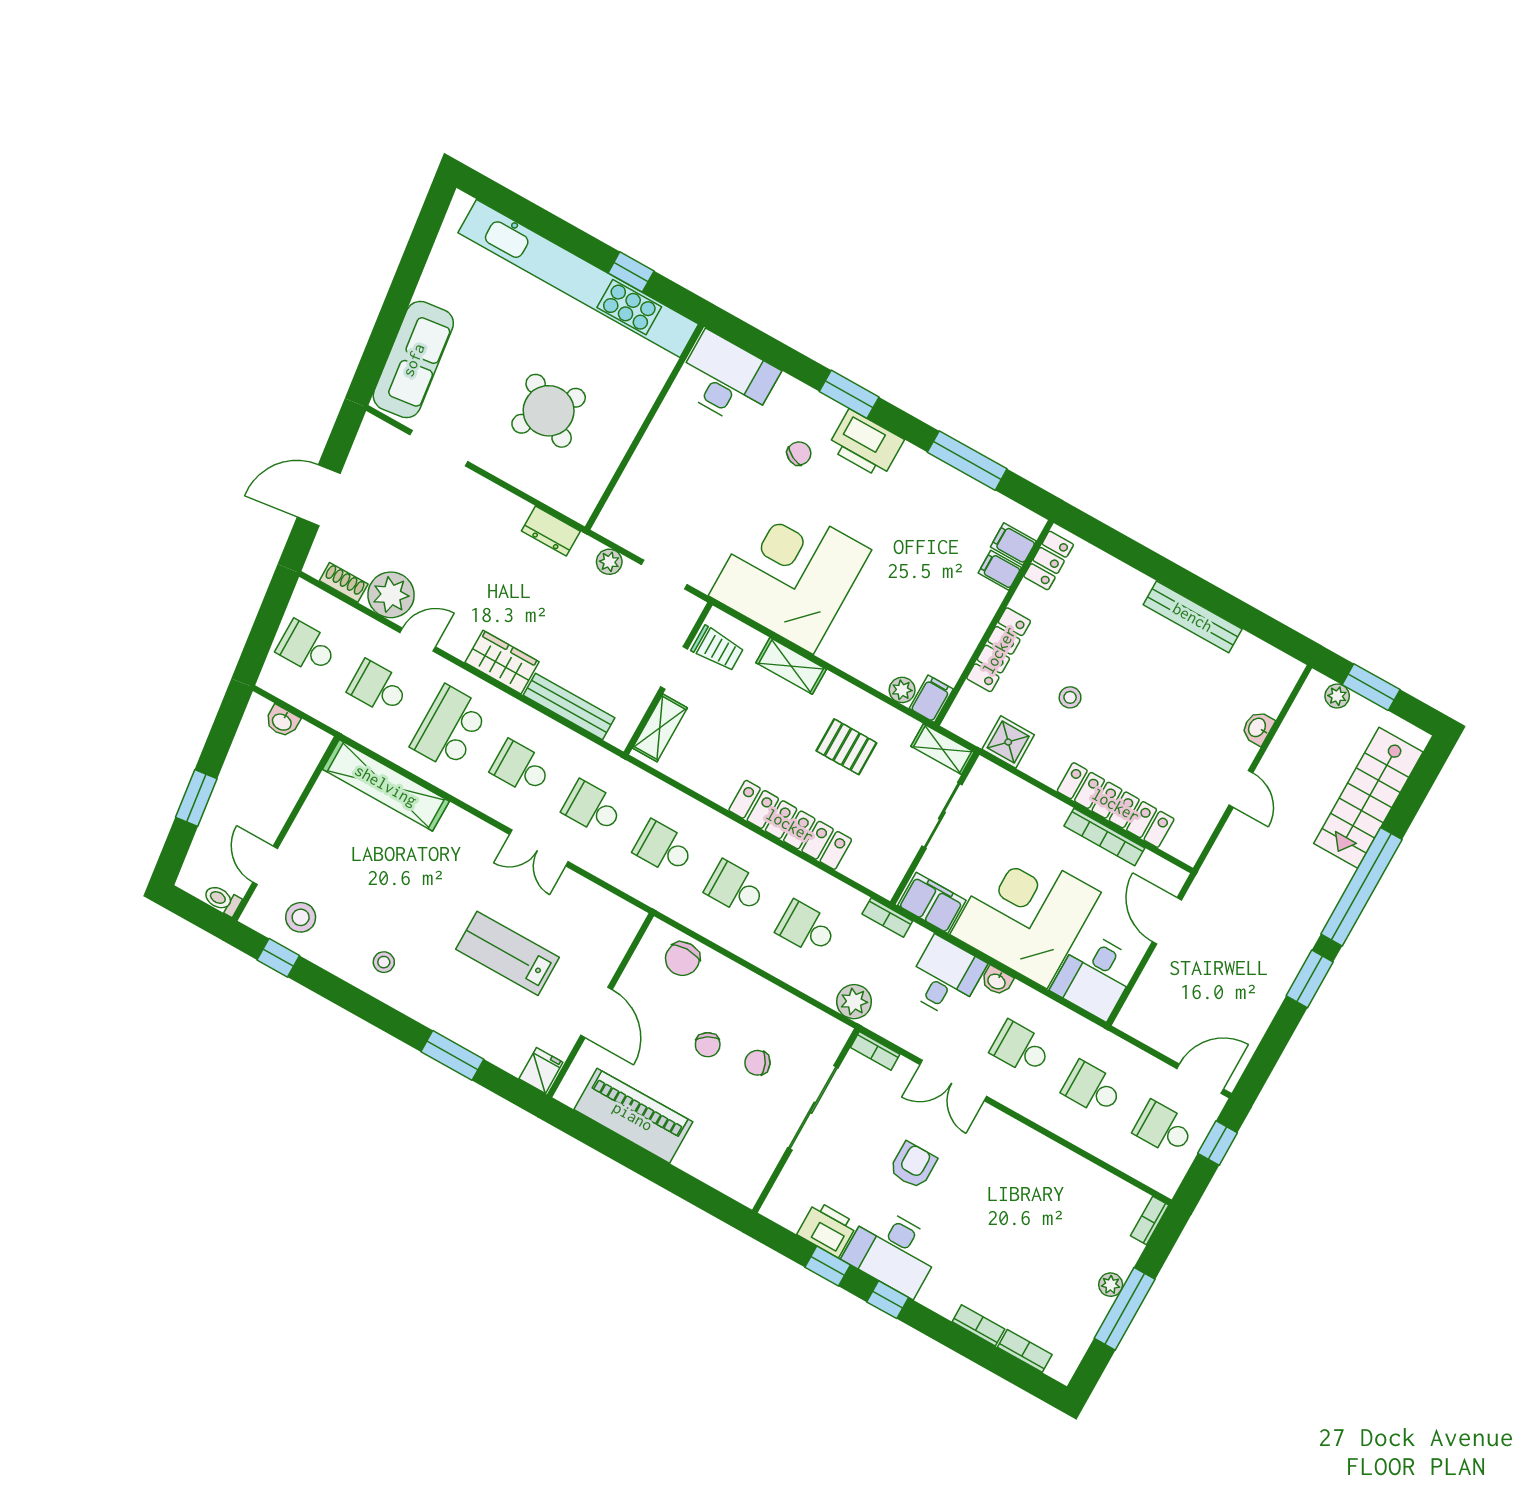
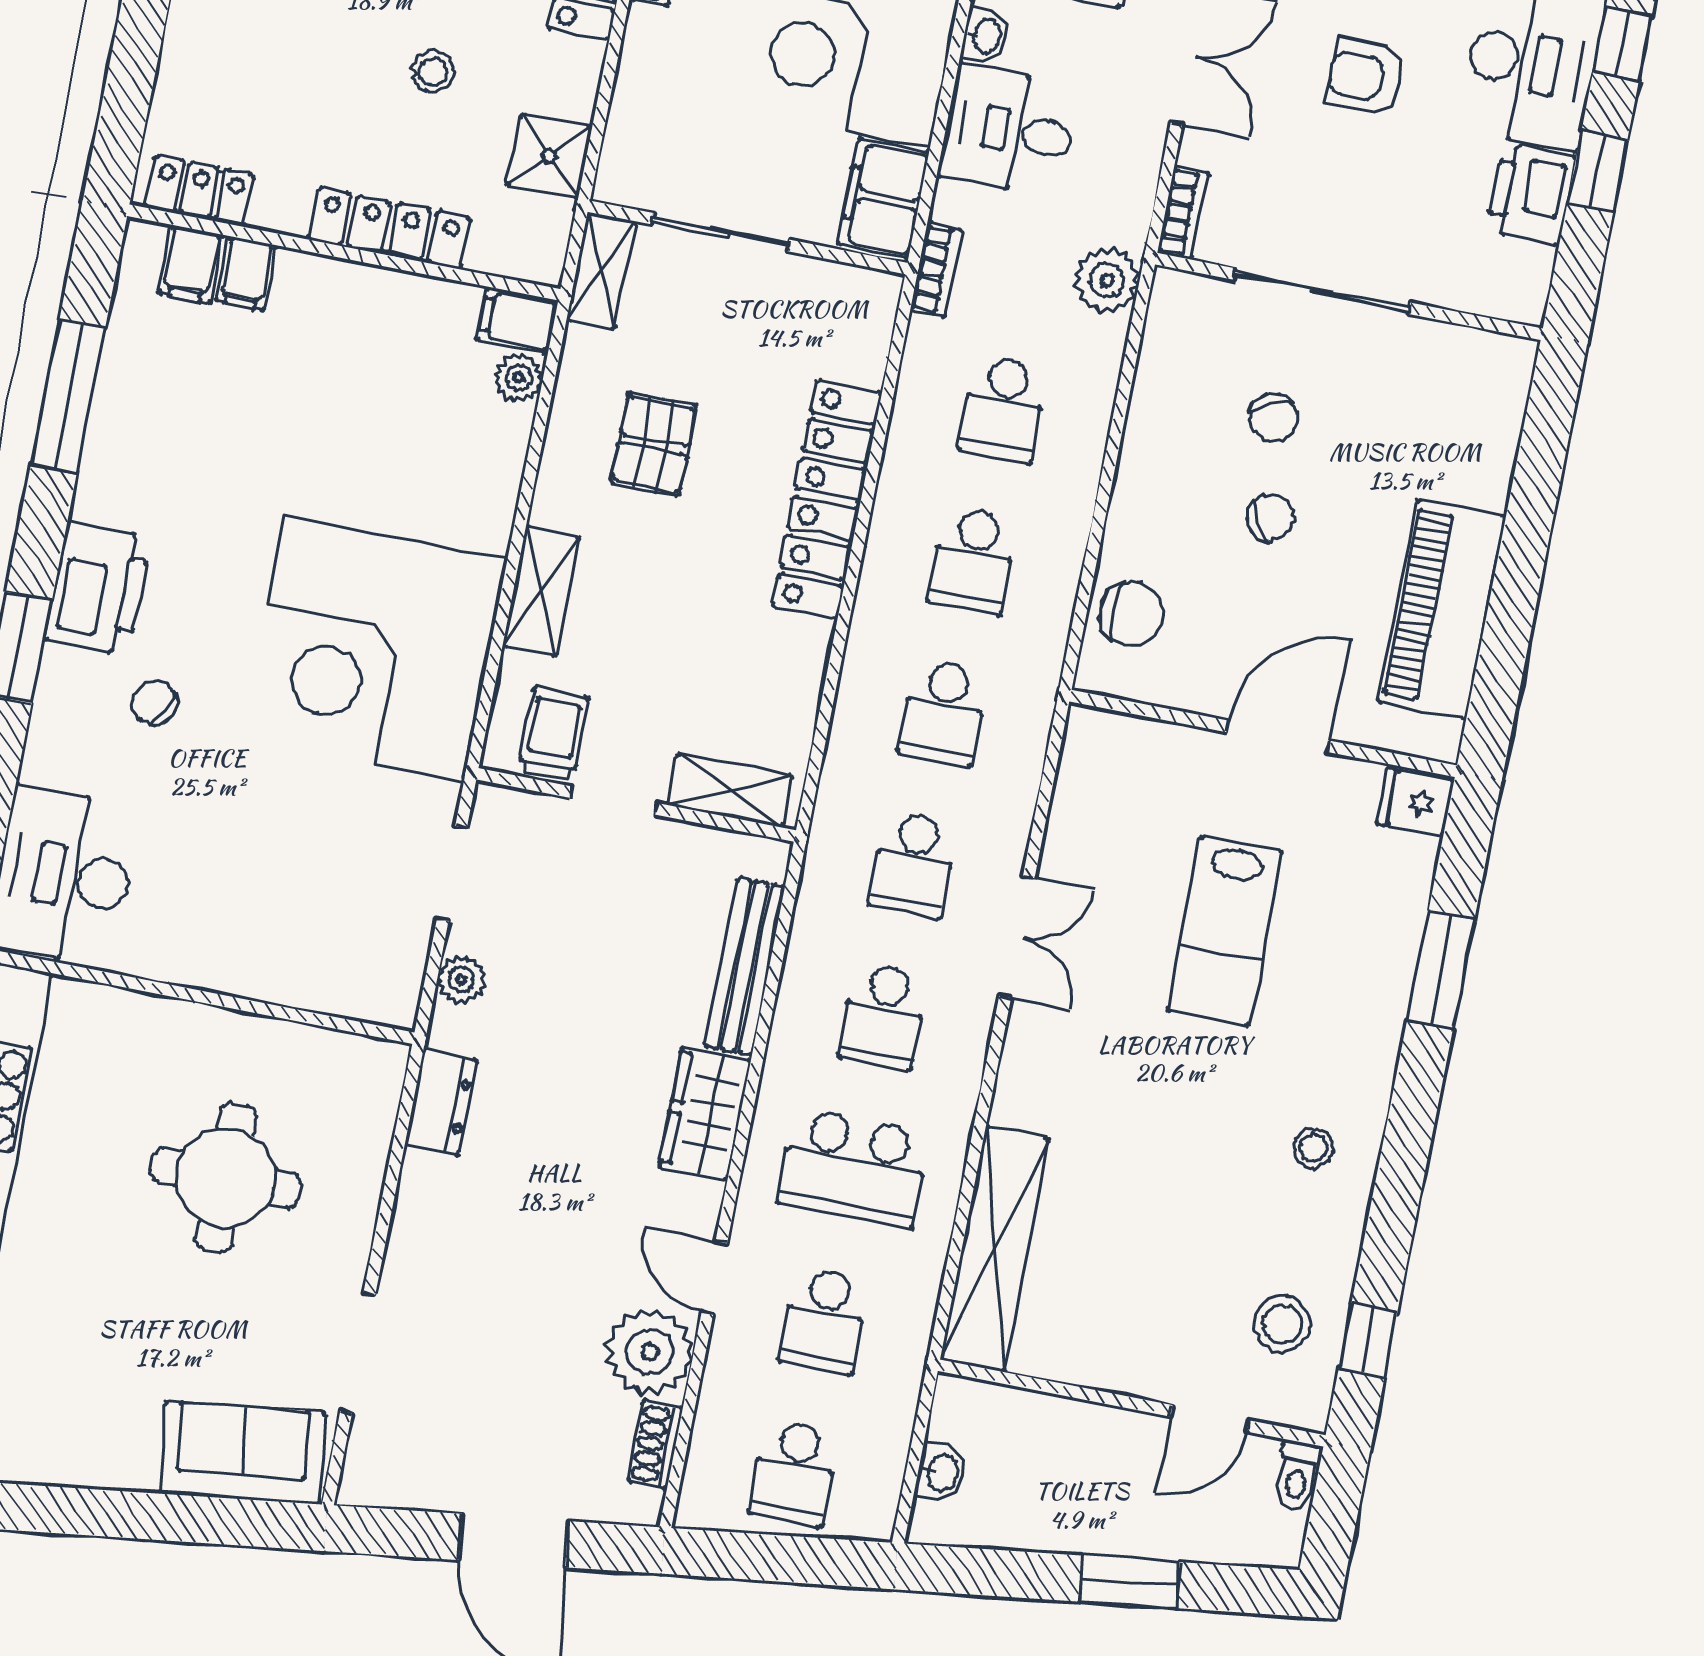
sofa: (413, 360) -> (243, 1453), width x0.73
round table: (549, 411) -> (226, 1178), turned -35

